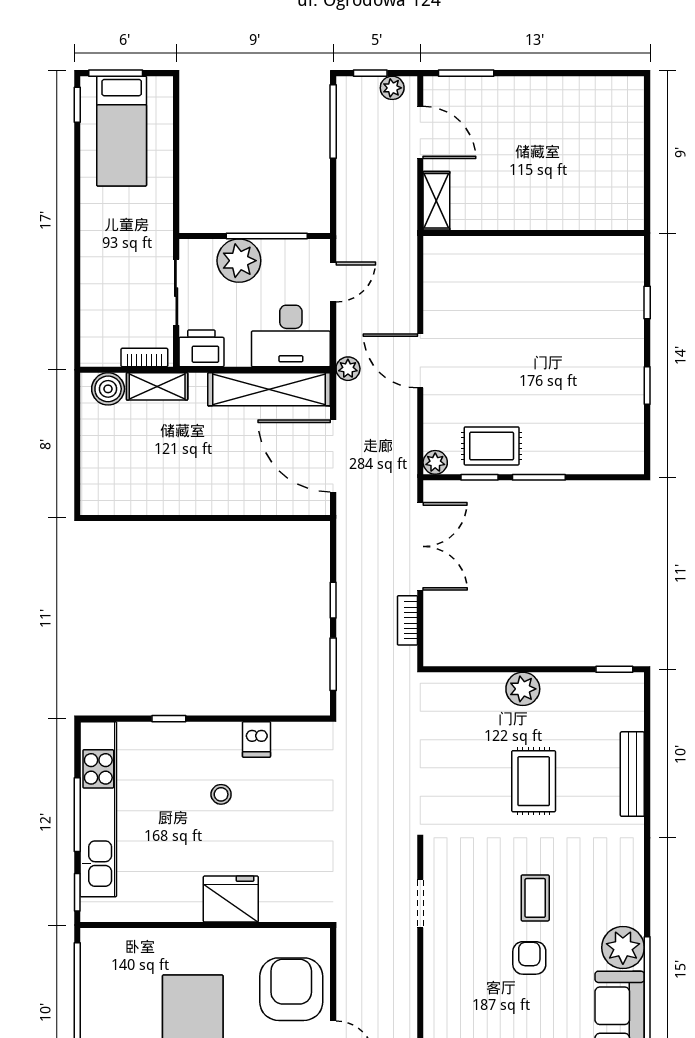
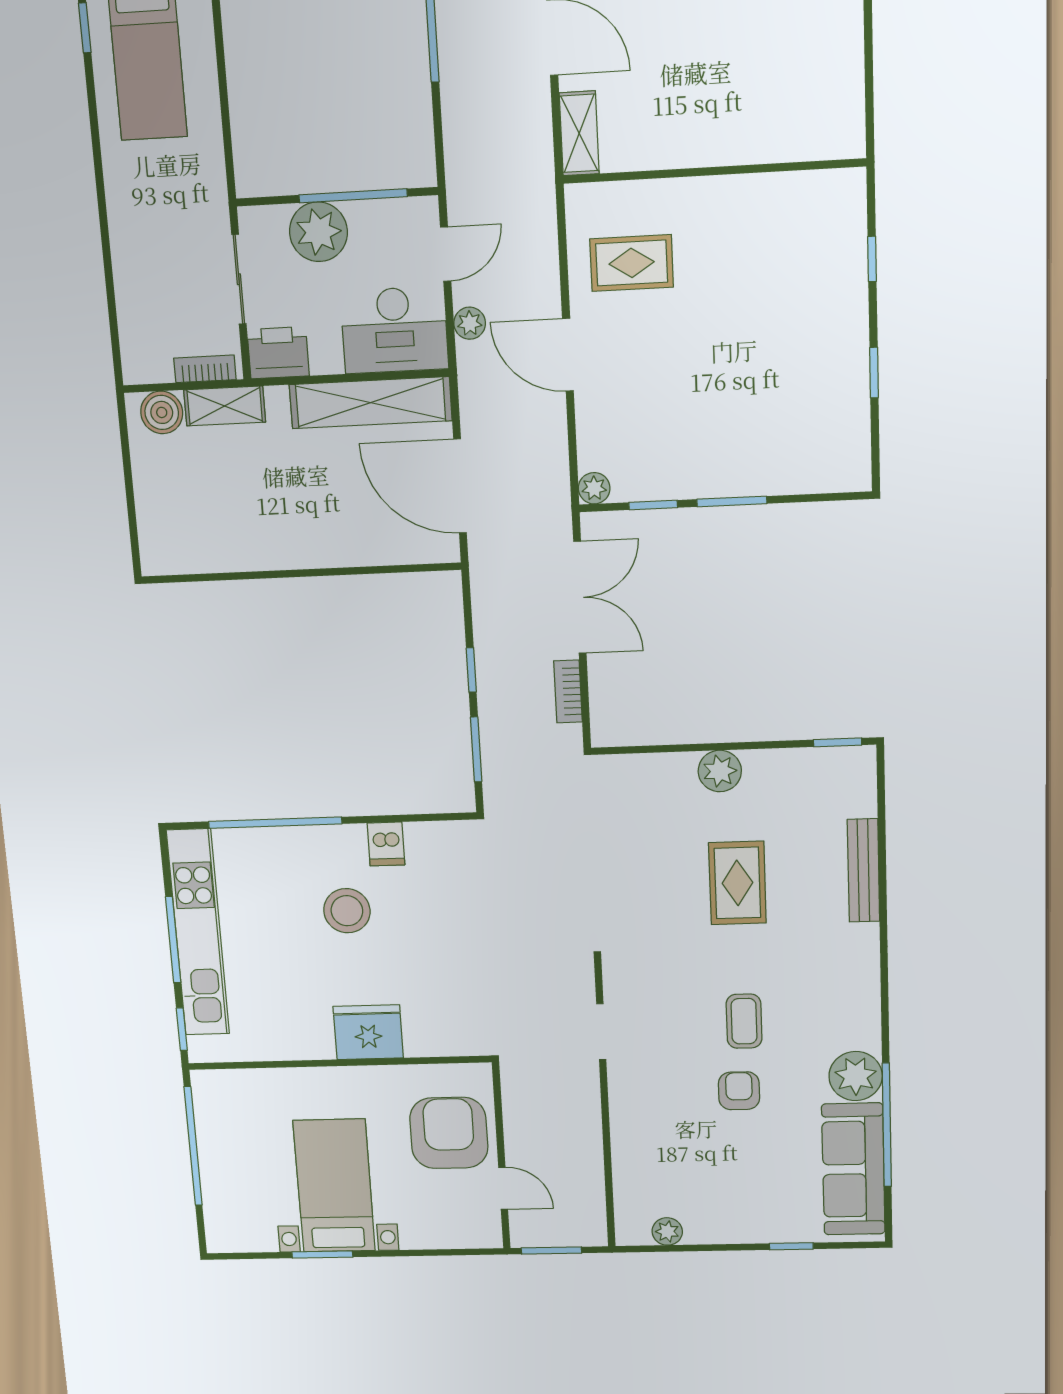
plant: (348, 369) -> (470, 323), moved
rug: (492, 446) -> (632, 263), moved
window: (169, 719) -> (275, 823), width x3.17
stool: (221, 794) -> (347, 911), width x1.89, depth x1.89

